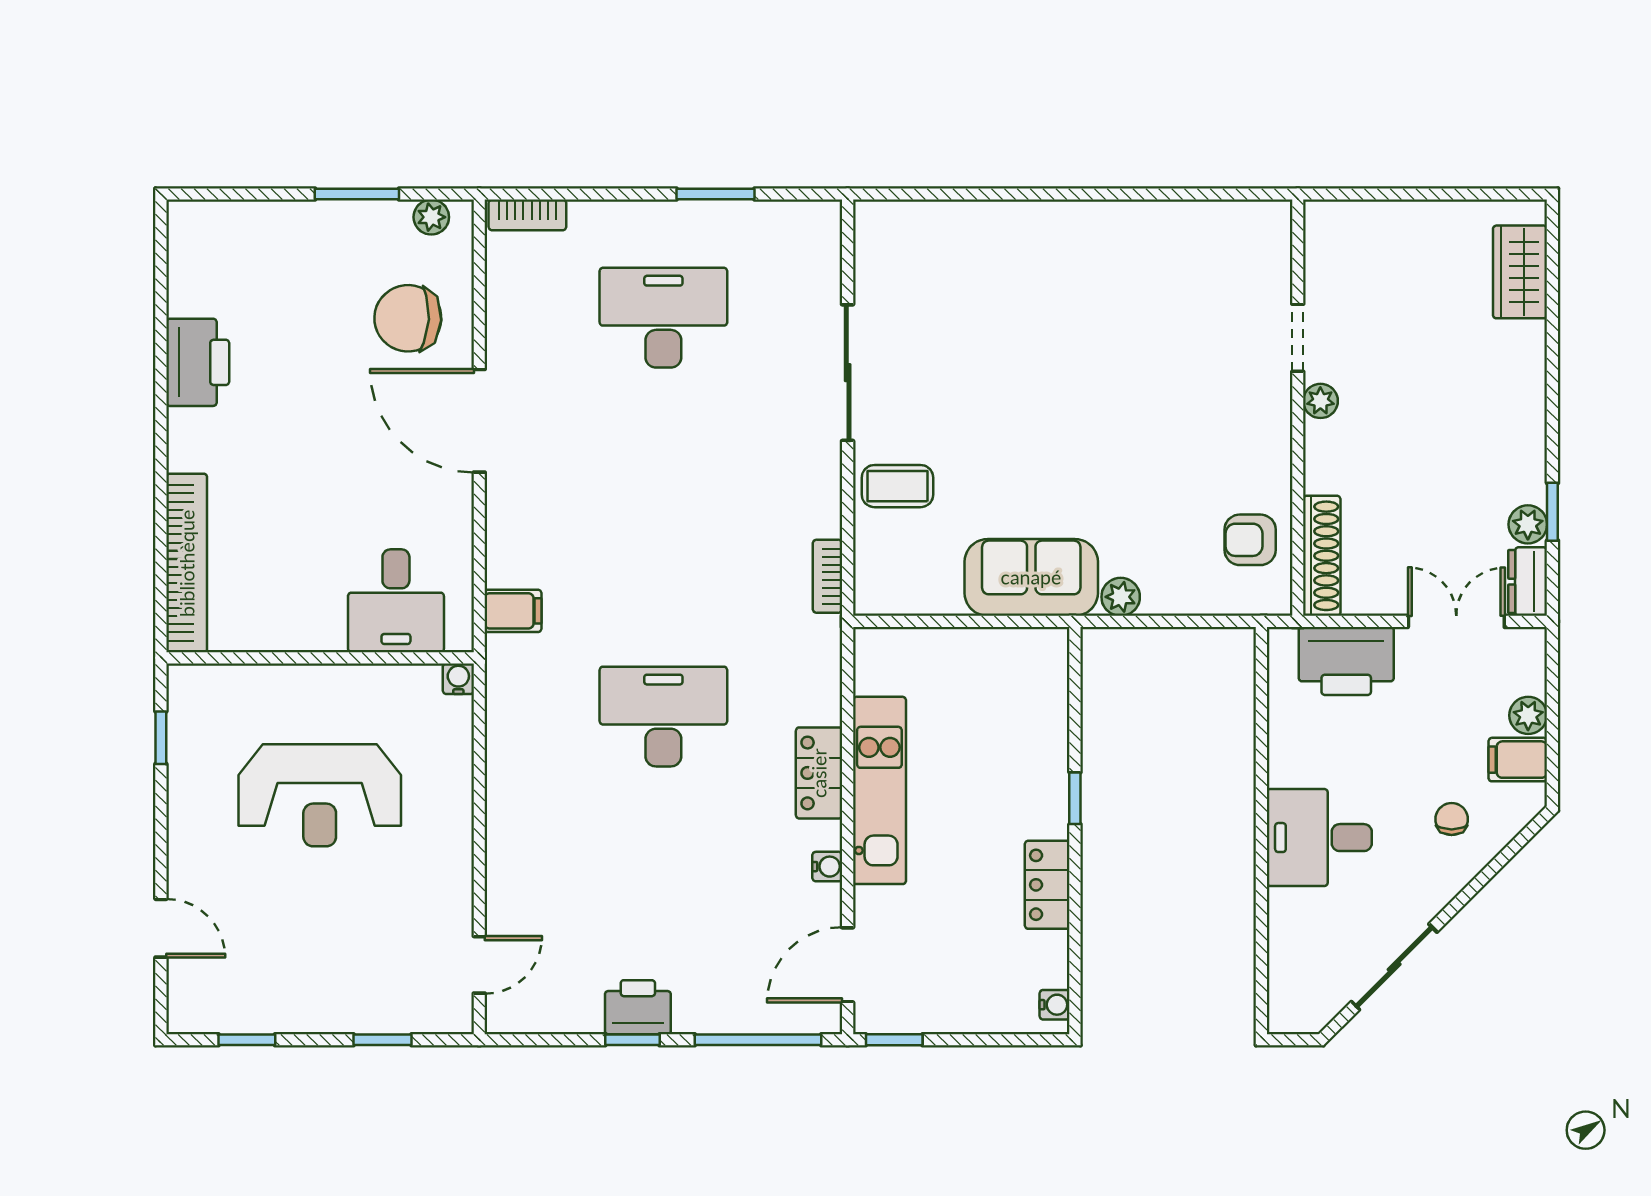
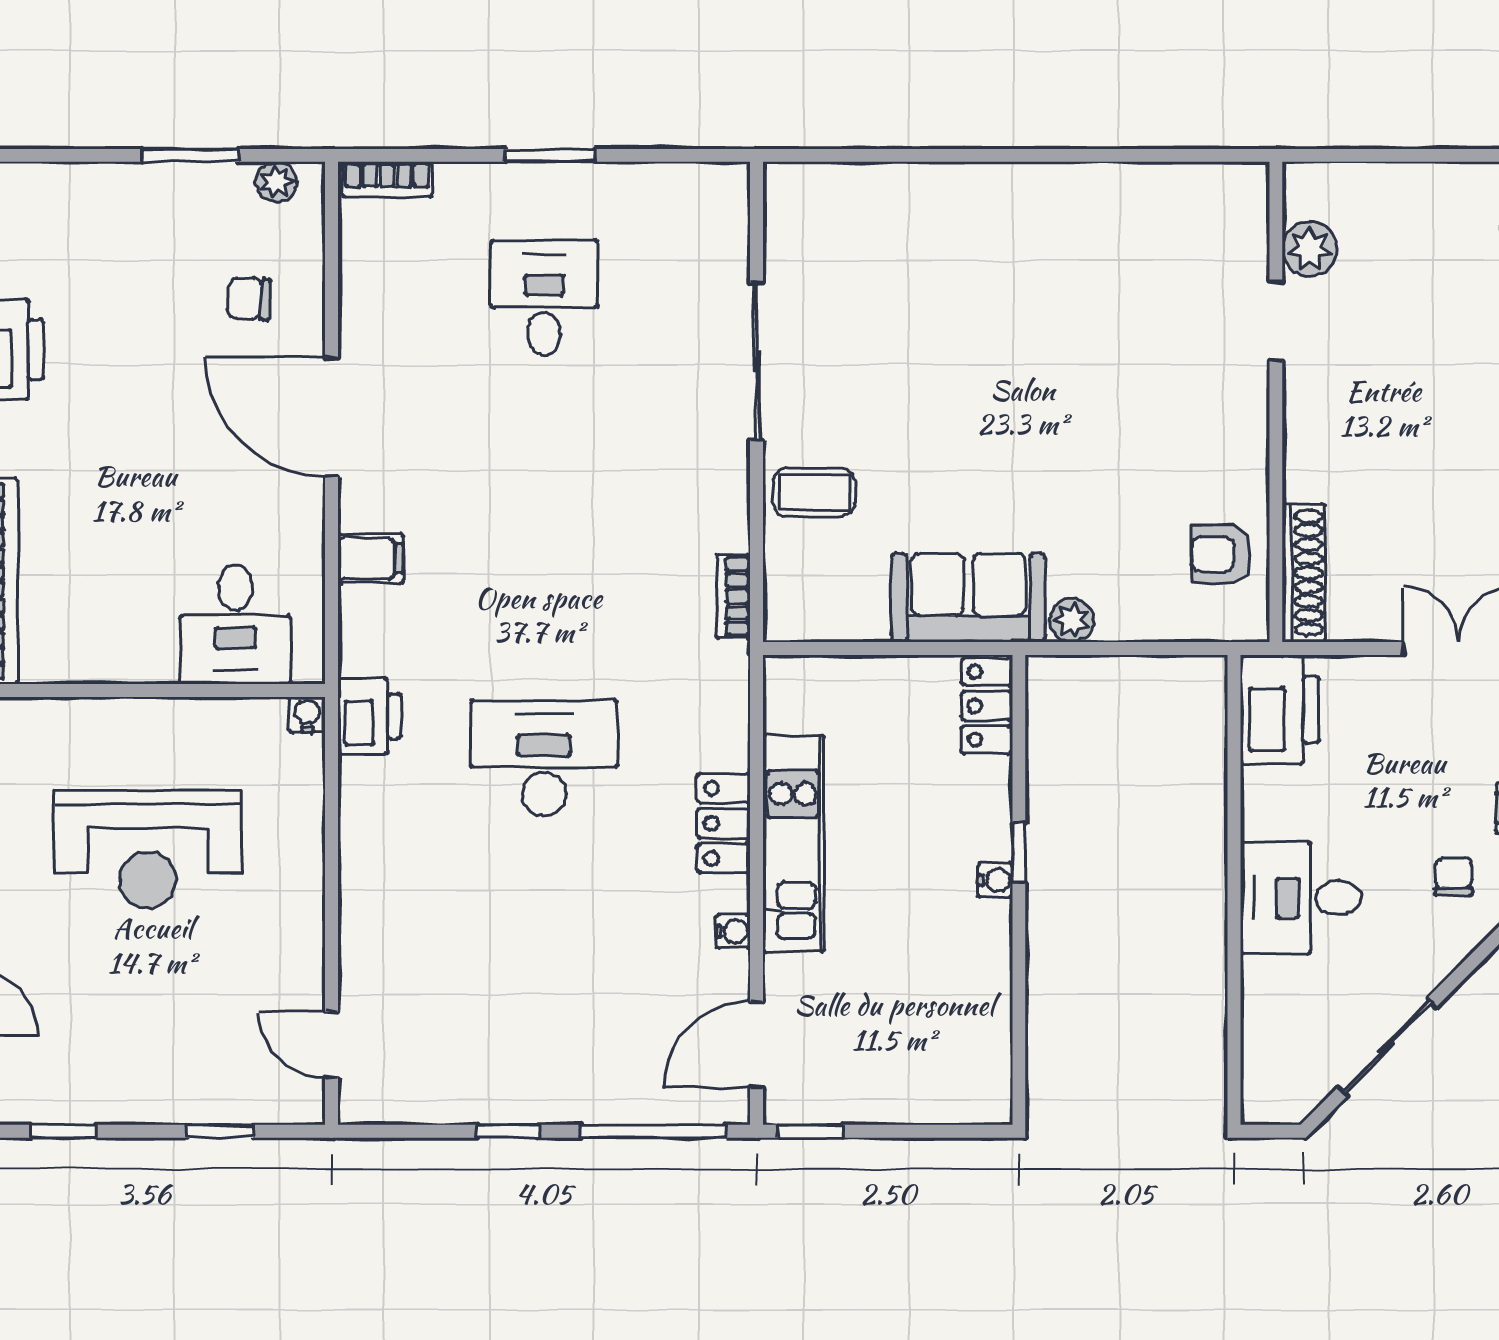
window: (715, 194) -> (550, 155), moved
chair: (408, 318) -> (249, 299), width x0.54, depth x0.54
desk: (663, 318) -> (544, 298), width x0.73
plant: (1320, 401) -> (1310, 249), moved, width x1.38, depth x1.38
filing cabinet: (513, 611) -> (370, 559), moved
printer: (1346, 661) -> (1280, 710), moved, turned -90
locker: (1047, 885) -> (987, 706), moved
door: (479, 965) -> (331, 1045), swing flipped
water cooler: (1055, 1005) -> (995, 880), moved
printer: (638, 1007) -> (369, 716), moved, turned 90

